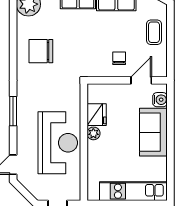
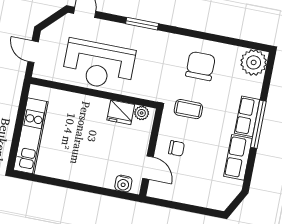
coffee table: (154, 32) -> (188, 109), moved
sofa: (153, 132) -> (90, 170), removed
plant: (93, 133) -> (142, 113), moved

